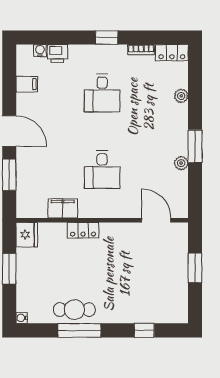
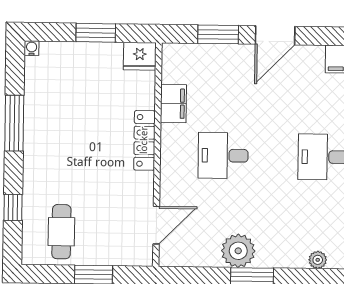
plant: (181, 163) -> (238, 251), width x1.87, depth x1.87
locker: (83, 230) -> (144, 140), width x1.53
cafe table: (74, 310) -> (61, 232), moved

